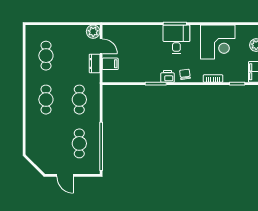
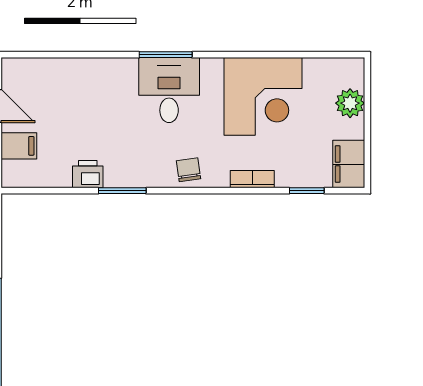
printer: (168, 76) -> (88, 174), moved

